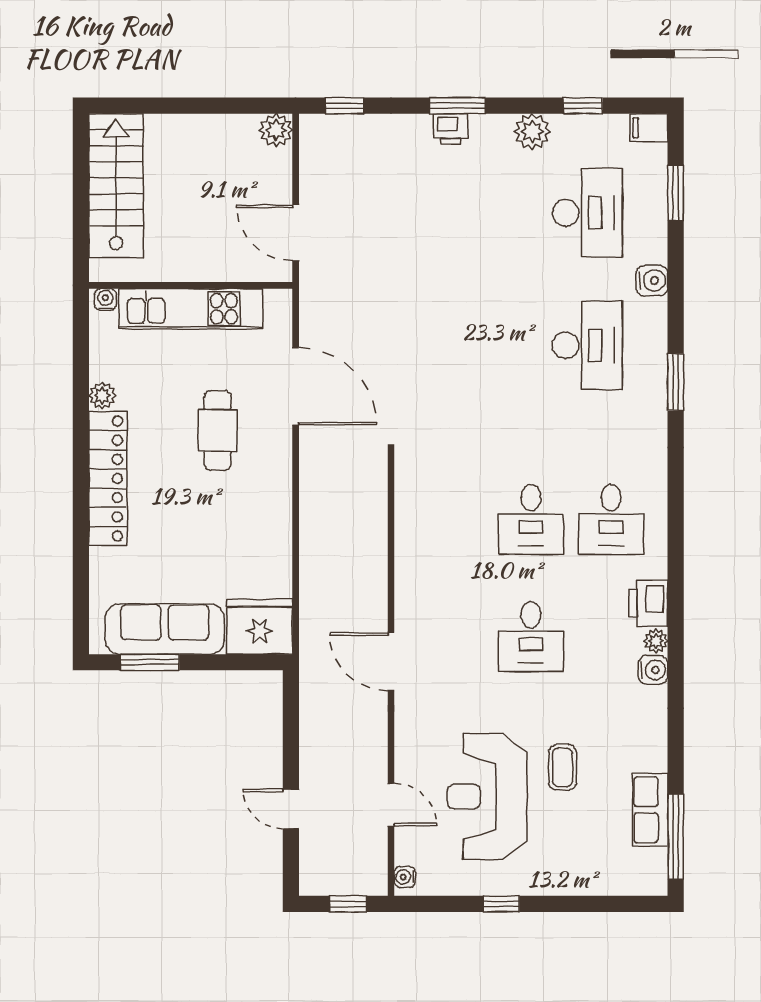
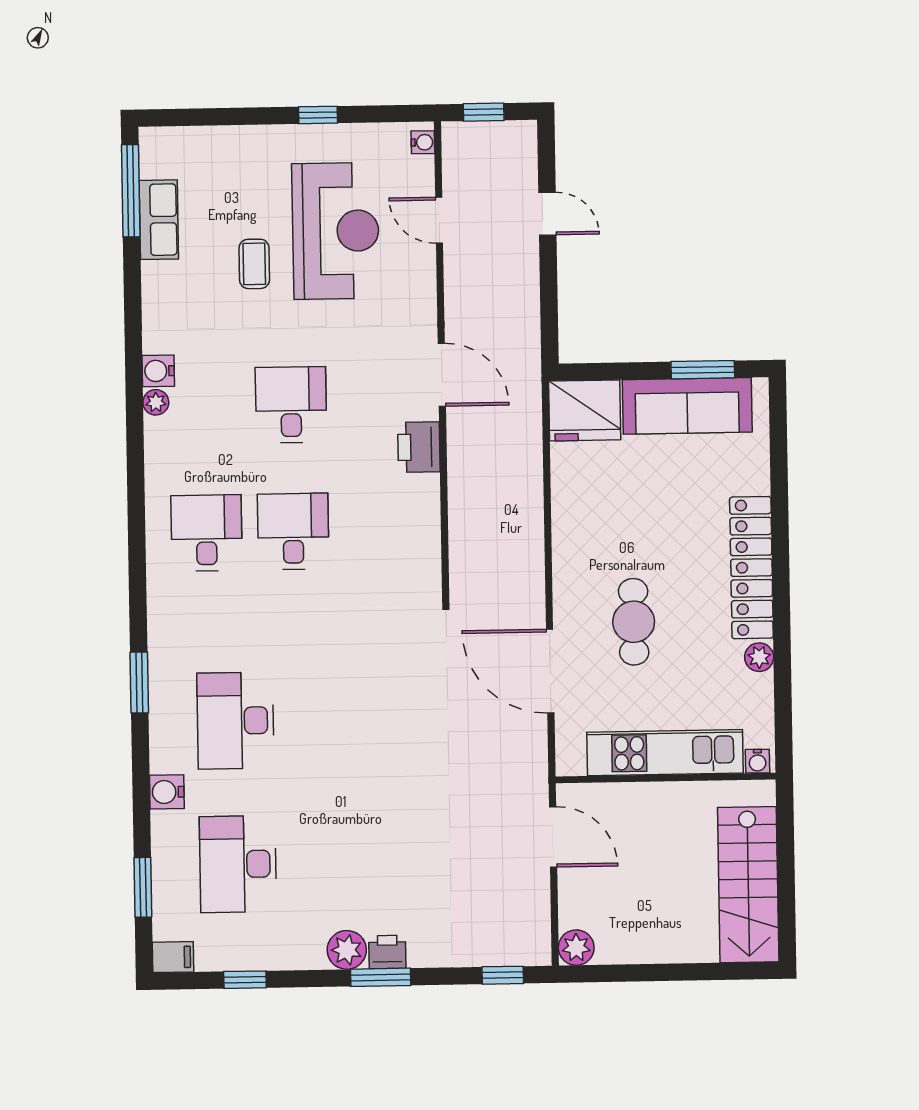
plant: (532, 132) -> (347, 950), moved
printer: (648, 603) -> (419, 447), moved, turned 180

